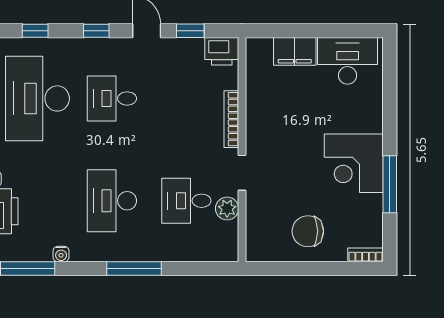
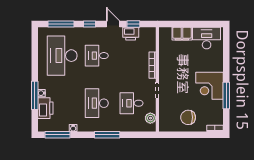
window: (35, 31) -> (61, 24), width x2.17
printer: (222, 51) -> (131, 34), moved
plant: (227, 208) -> (150, 118), moved

